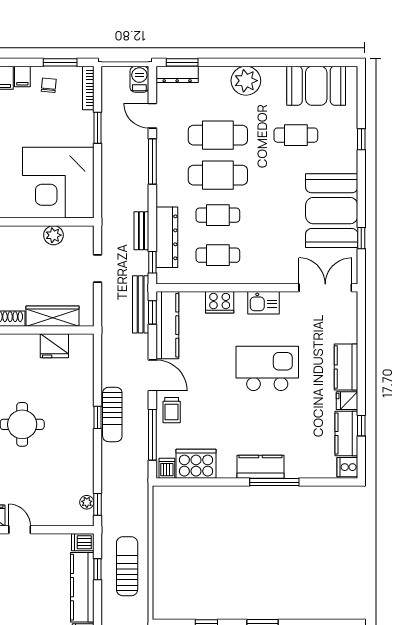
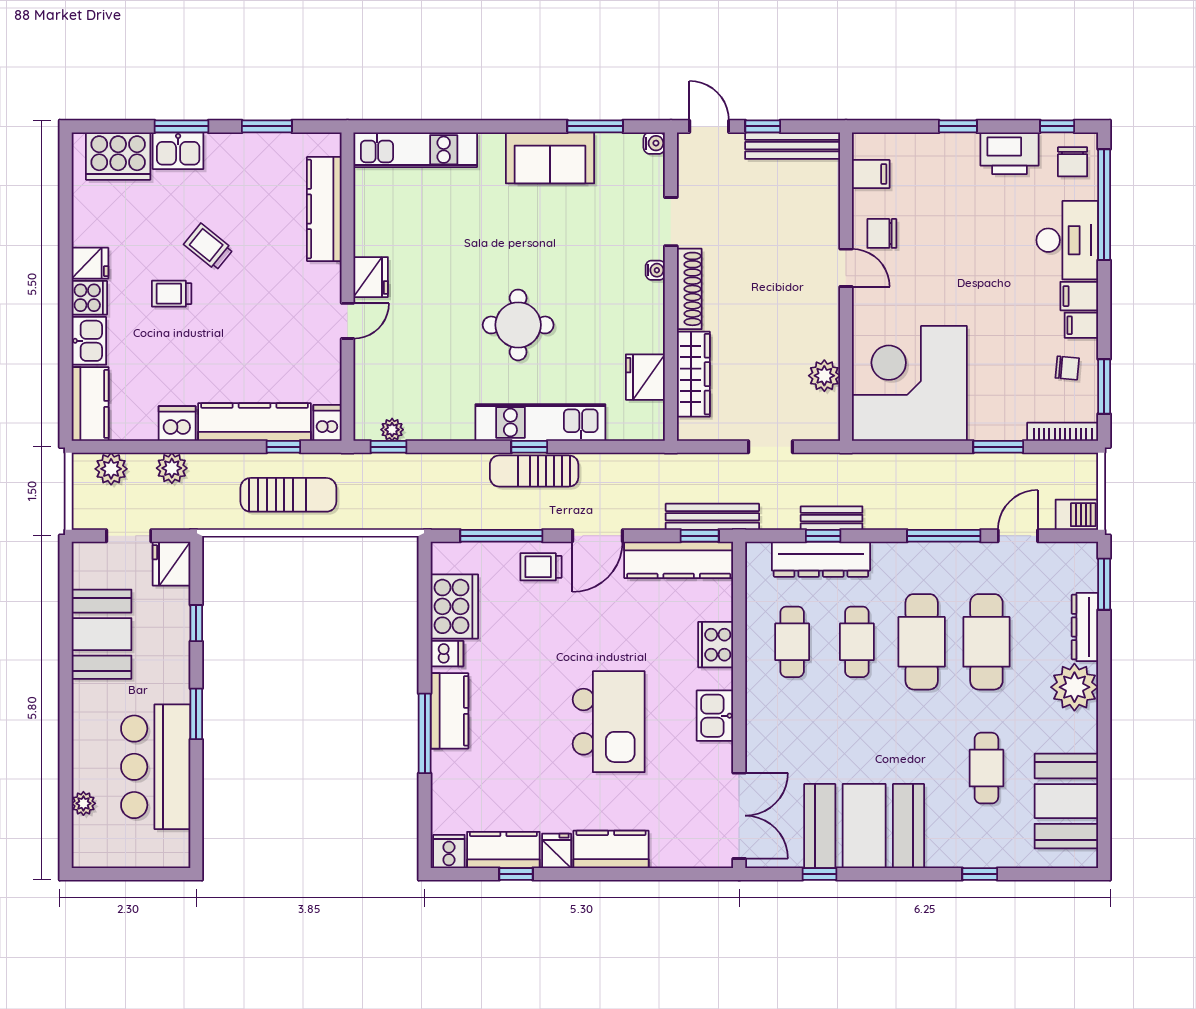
dresser: (177, 74) -> (1085, 627), moved
window: (152, 262) -> (823, 536), moved
kitchen unit: (82, 411) -> (540, 423), added
dishwasher: (167, 468) -> (447, 654), moved

